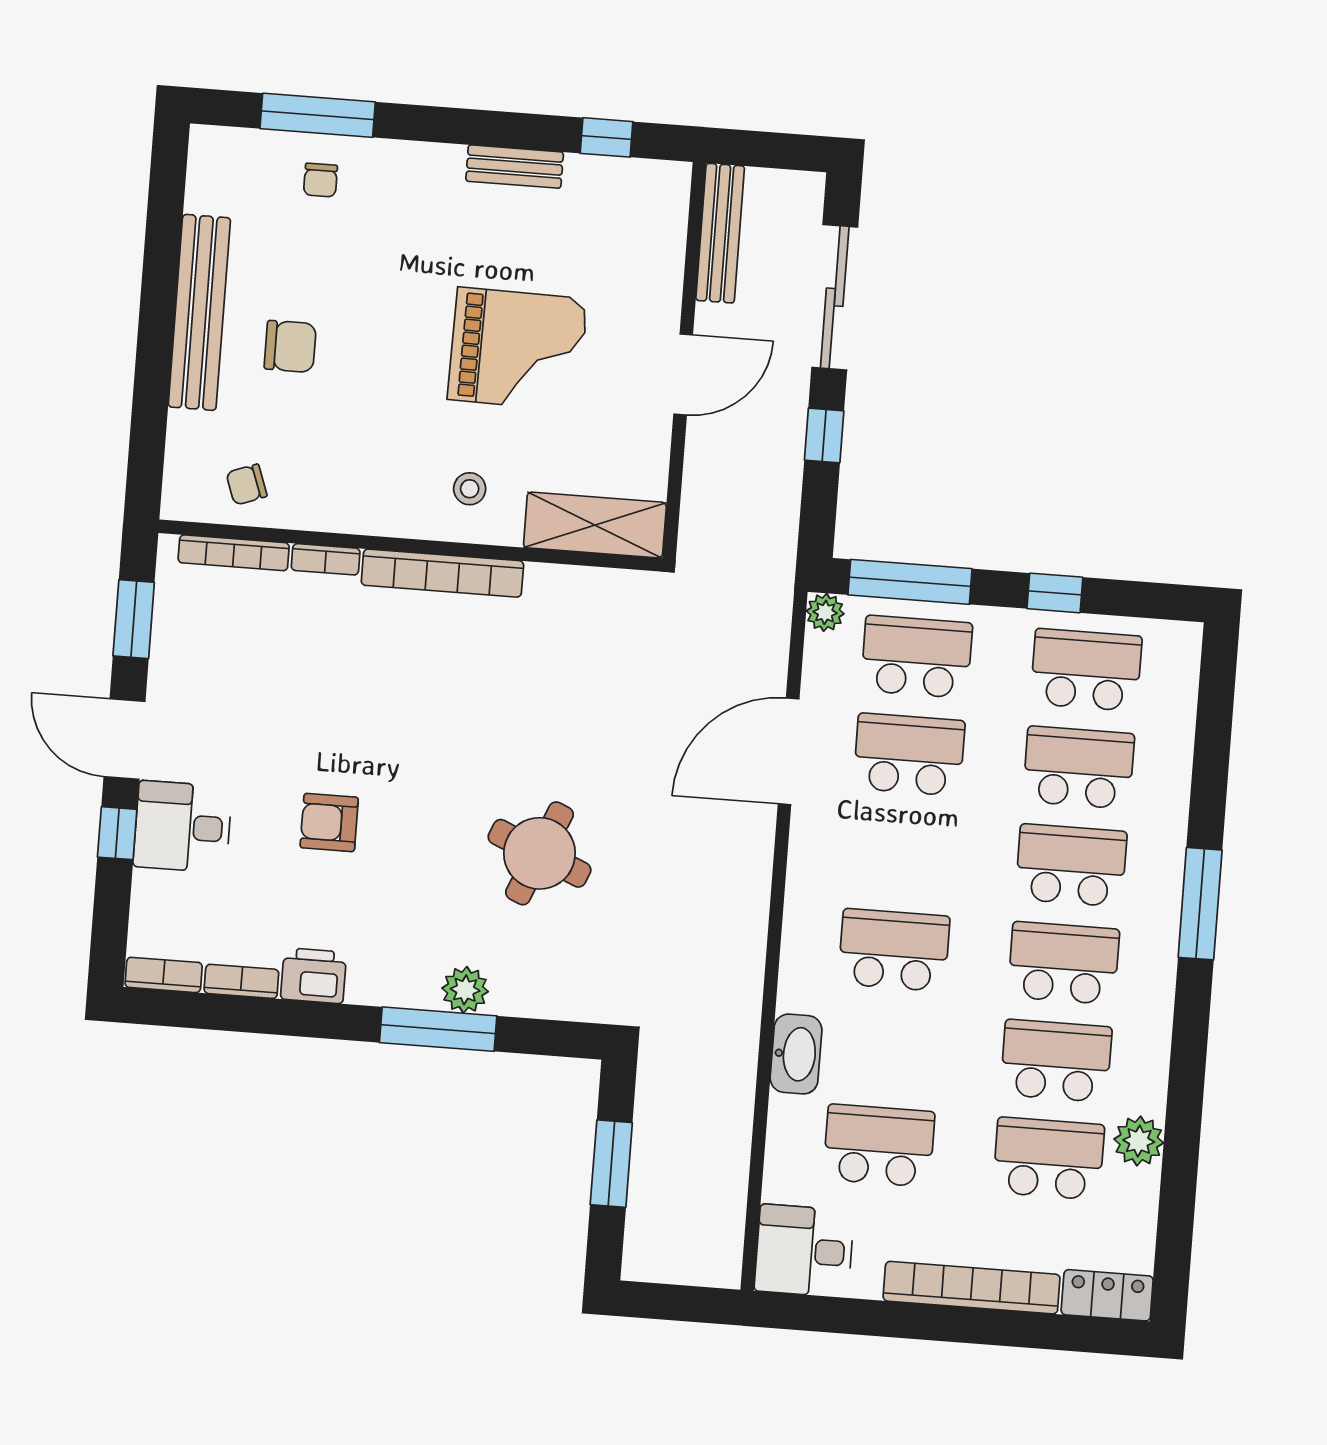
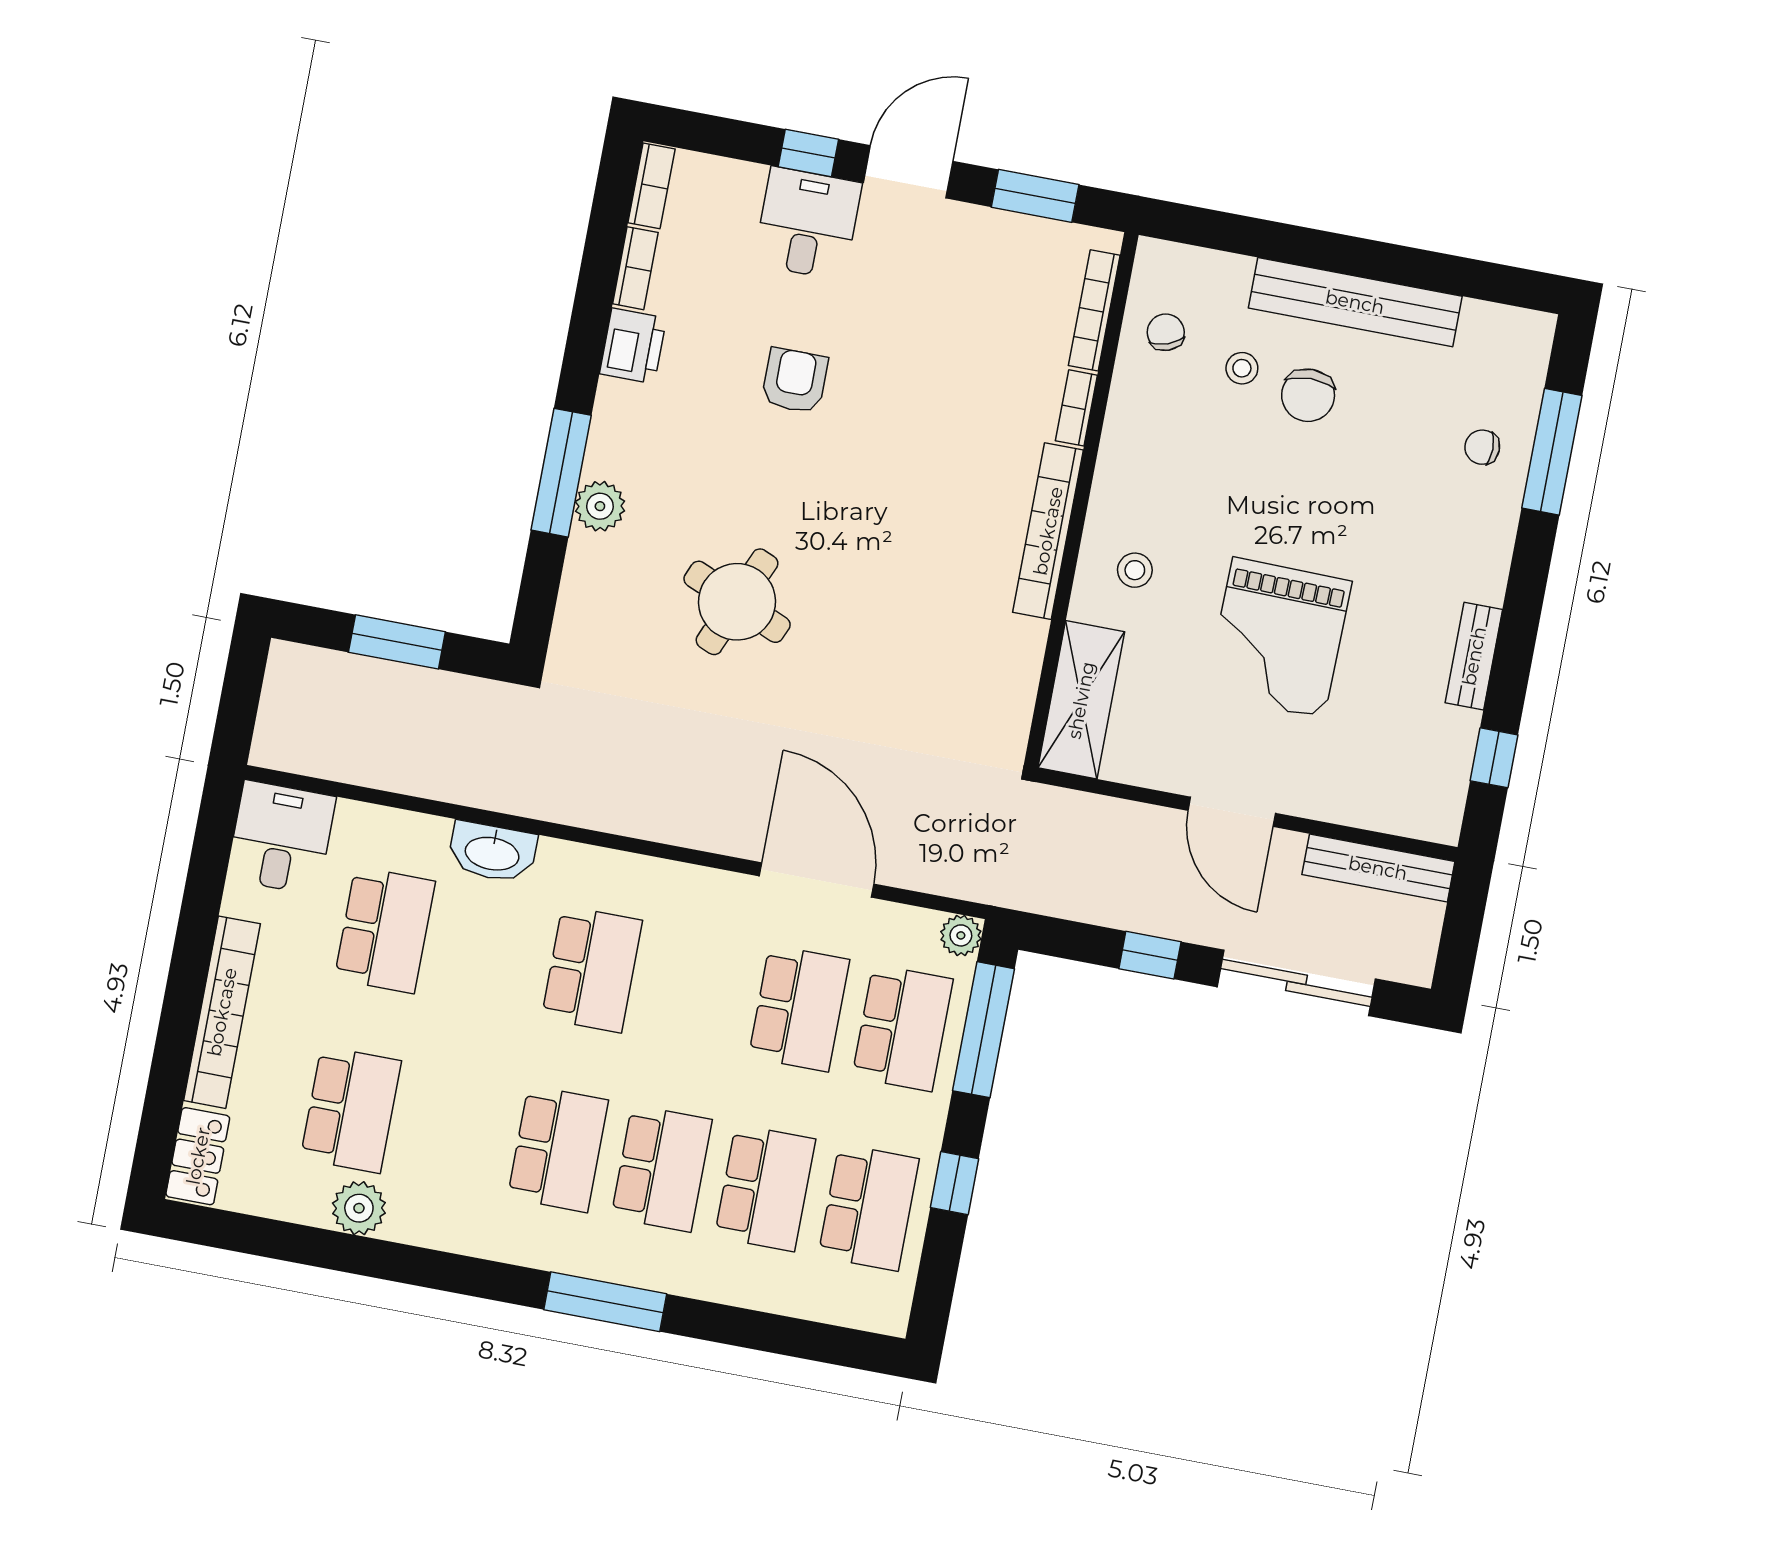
stool: (272, 410) -> (1242, 368), added
school desk: (1056, 1061) -> (454, 1129), removed

